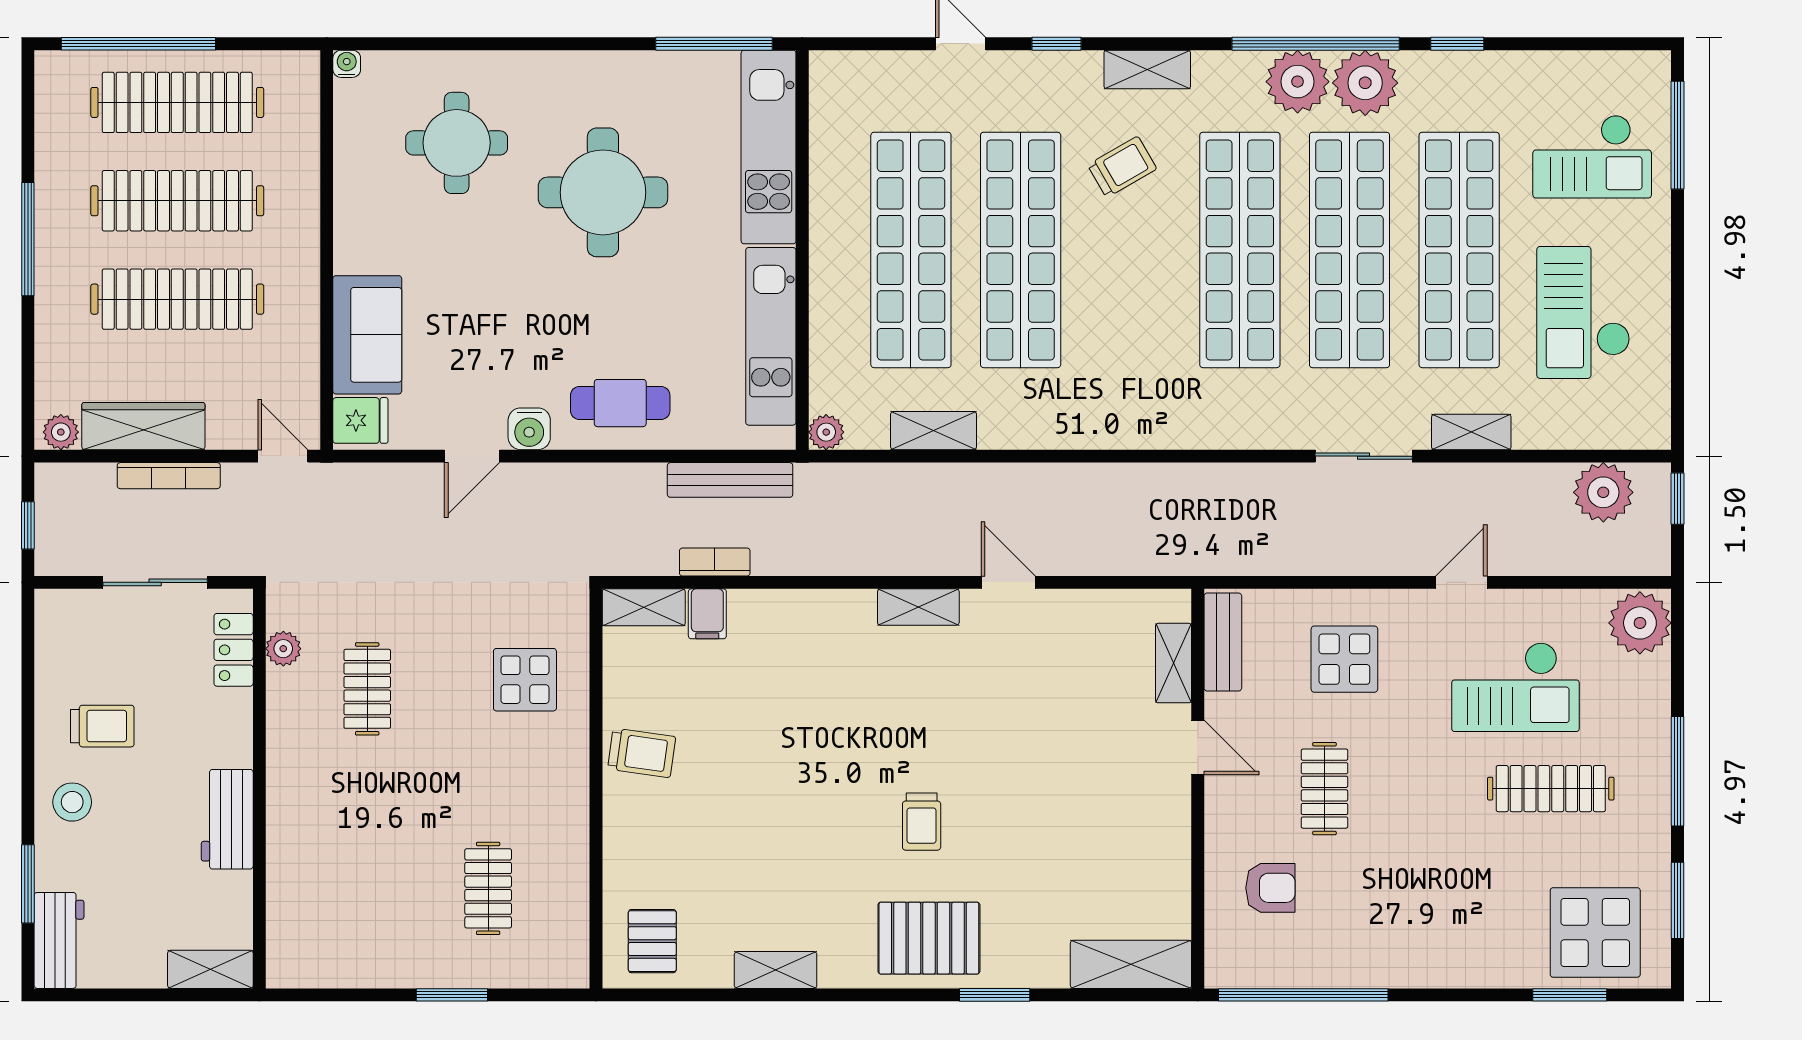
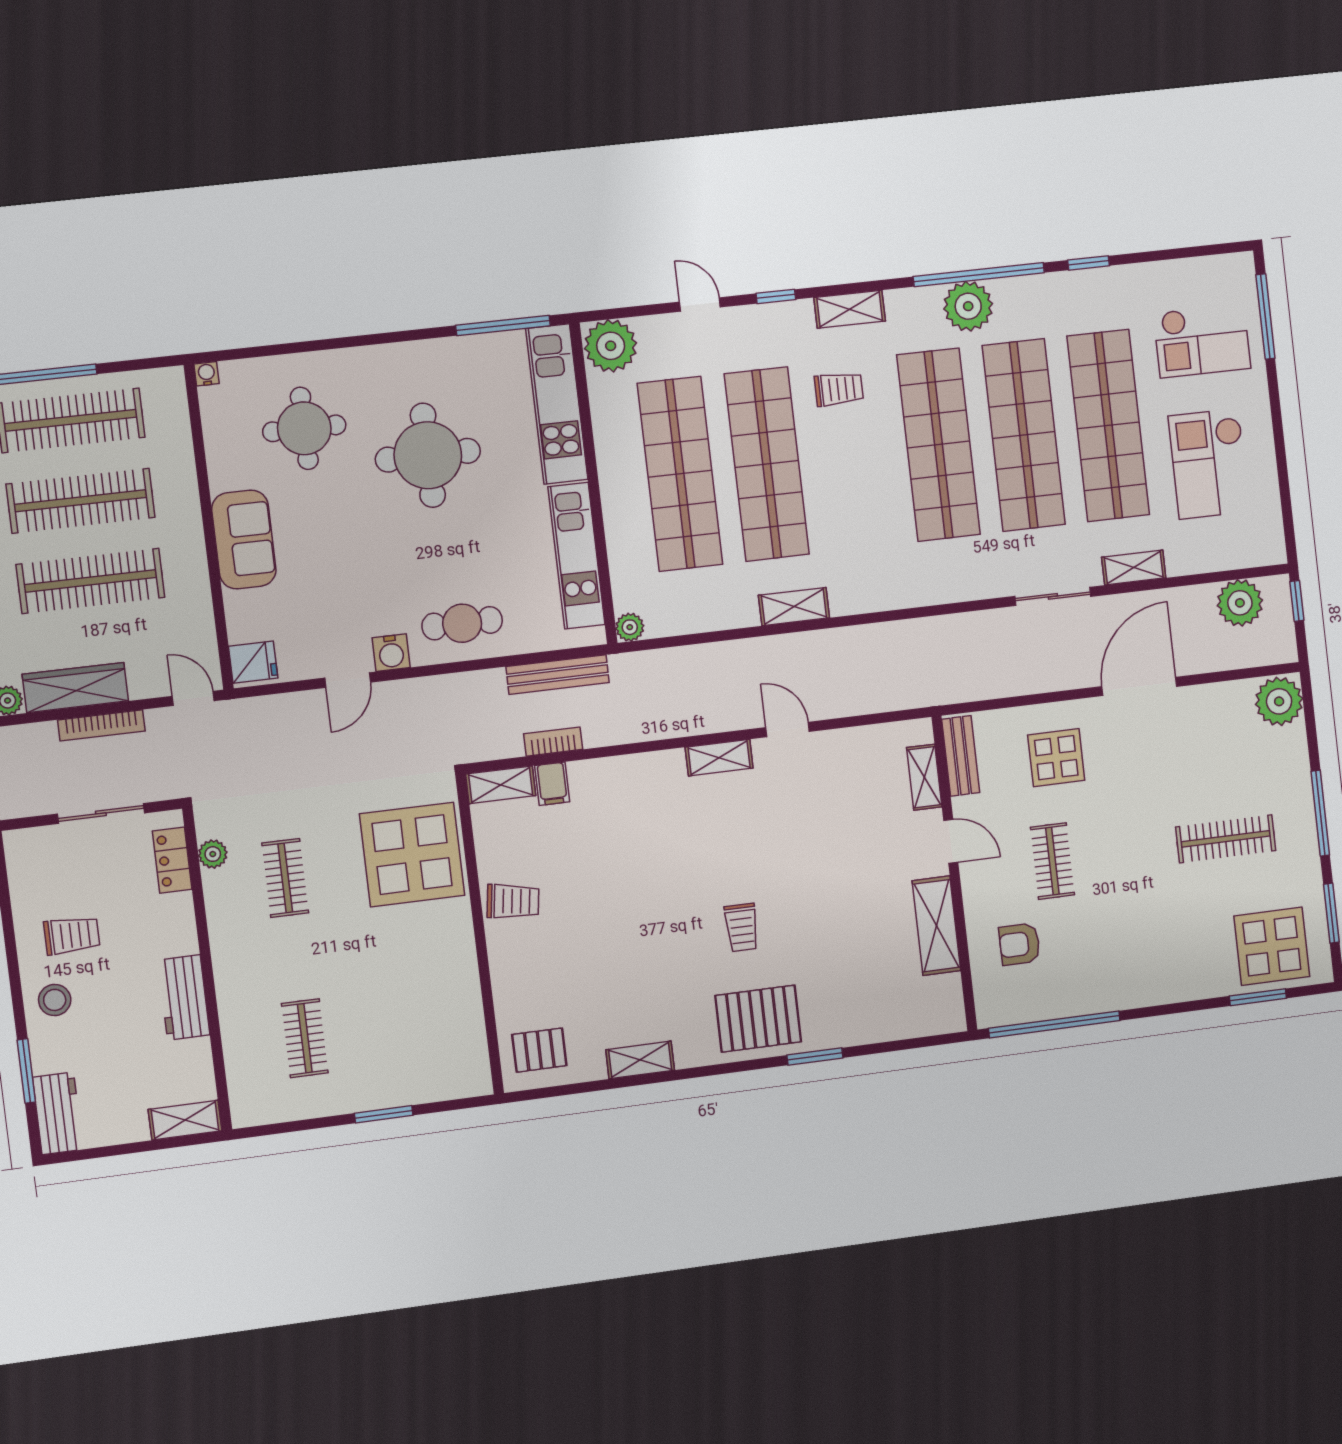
plant: (1365, 83) -> (611, 346), moved
trolley: (1122, 167) -> (839, 389), turned 30
sofa: (367, 335) -> (244, 539), moved
shelving: (934, 431) -> (794, 607), moved
door: (1461, 582) -> (1139, 686), width x1.87
display table: (525, 680) -> (412, 855), width x1.86, depth x1.86
checkout: (1515, 687) -> (1190, 763), removed
clothes rail: (488, 888) -> (305, 1038), moved
armchair: (1270, 888) -> (1020, 944), turned 180
pallet: (652, 941) -> (539, 1050), turned 90
shelving: (1131, 964) -> (936, 926), moved, turned 90

